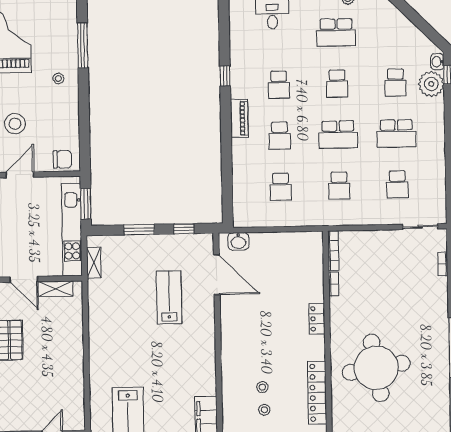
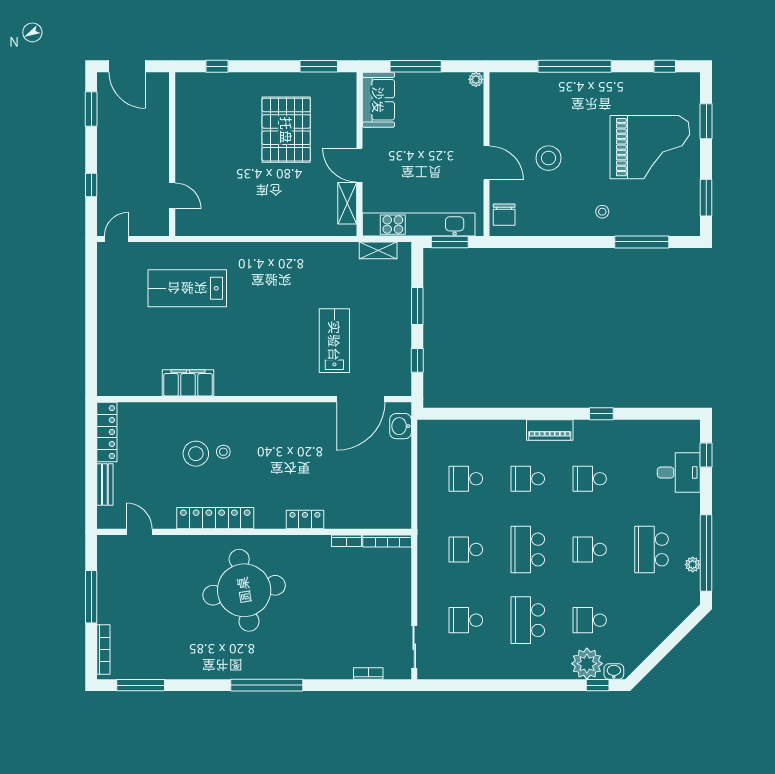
door: (24, 279) -> (360, 165), hinge flipped
lab bench: (169, 297) -> (334, 341), turned -90
stool: (264, 410) -> (196, 454), width x1.89, depth x1.89

